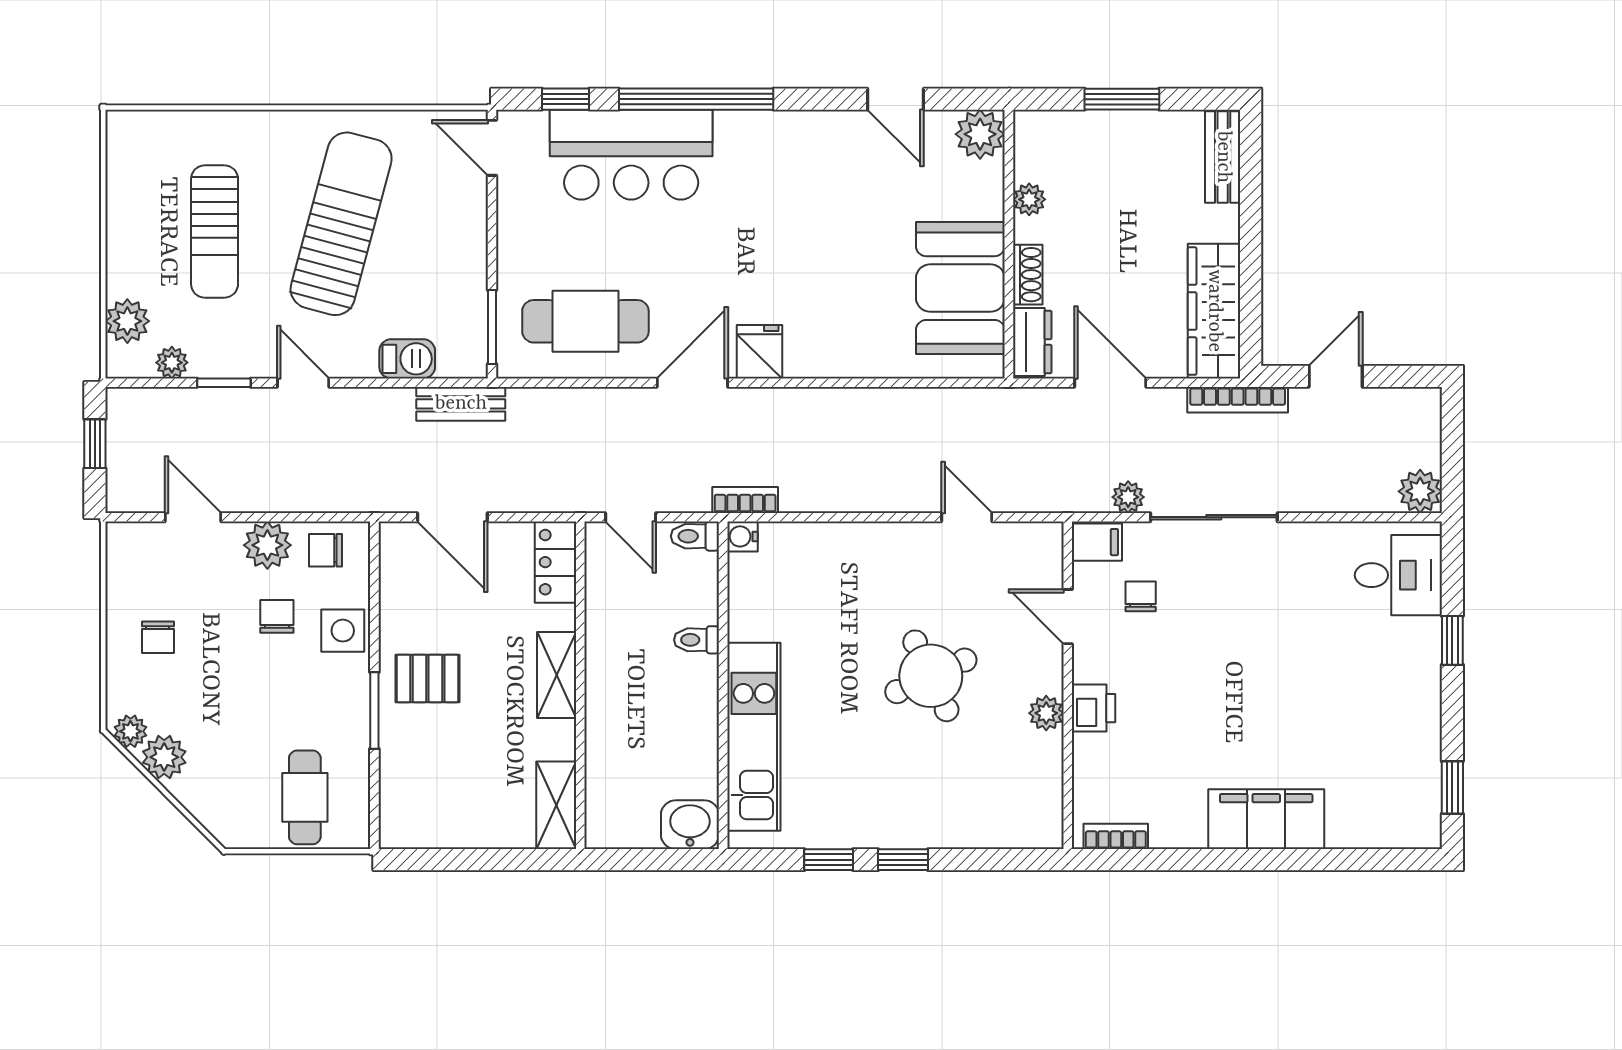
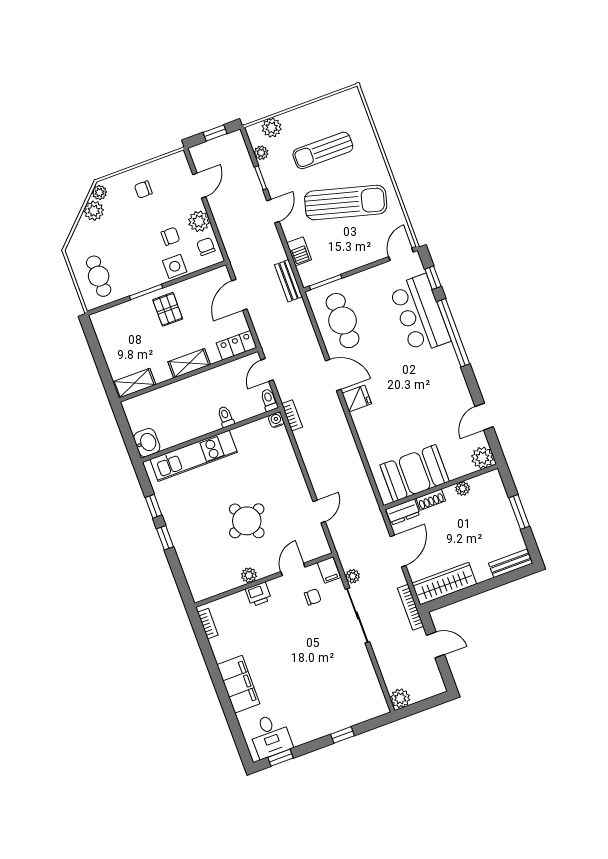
desk: (1398, 575) -> (270, 736), moved
cafe table: (305, 797) -> (99, 276), turned 90

